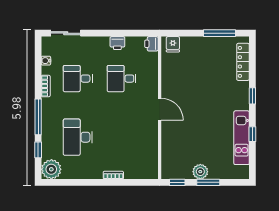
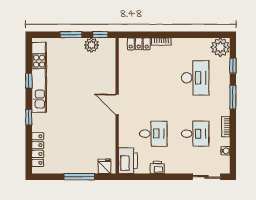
window: (220, 33) -> (79, 177), moved
printer: (151, 44) -> (128, 161), width x1.87, depth x1.48
window: (38, 117) -> (233, 97), width x0.69
kitchen unit: (242, 138) -> (39, 77), width x1.36
plant: (200, 172) -> (91, 45), moved
locker: (137, 173) -> (139, 44), added

